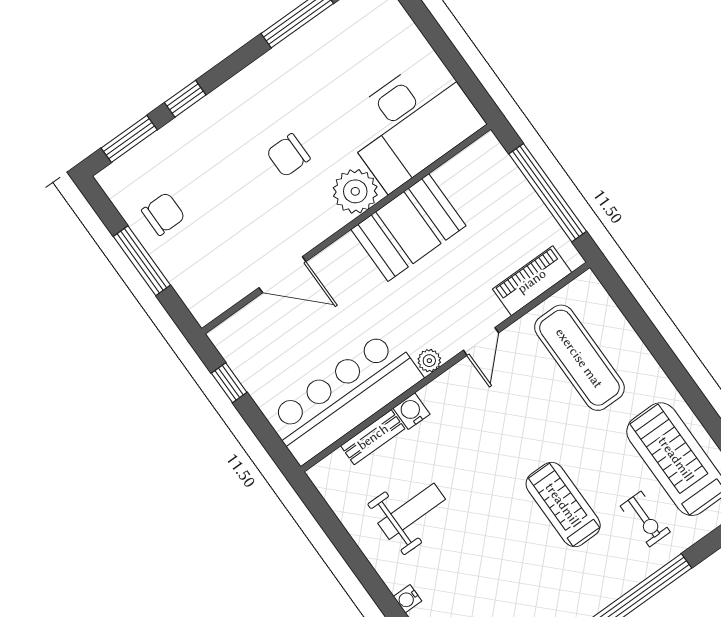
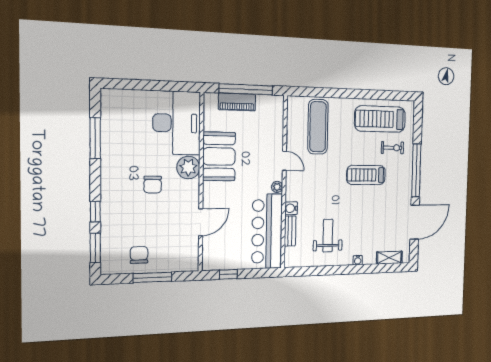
piano: (532, 281) -> (237, 102), moved, turned -90
exercise mat: (579, 358) -> (318, 127), turned 90

